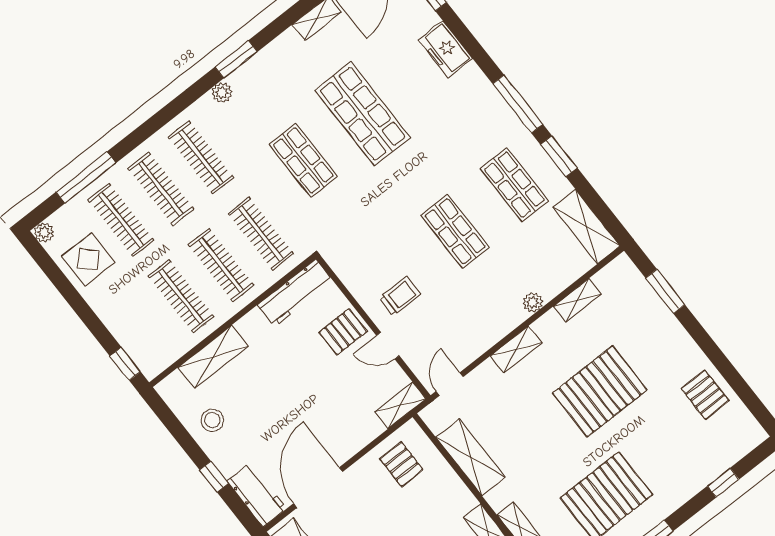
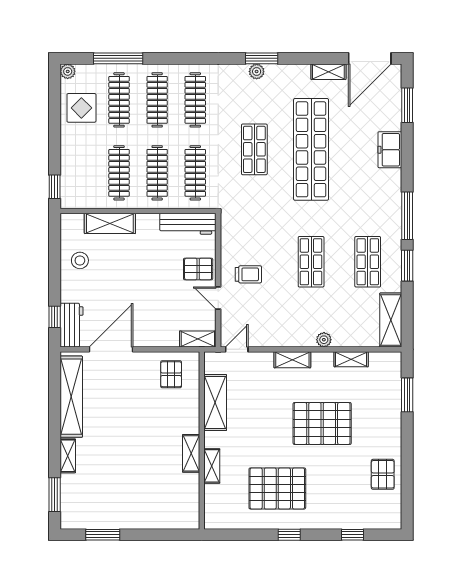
plant: (222, 93) -> (257, 71), moved
shop shelf: (363, 114) -> (311, 149), width x1.40
window: (214, 477) -> (55, 317), moved

